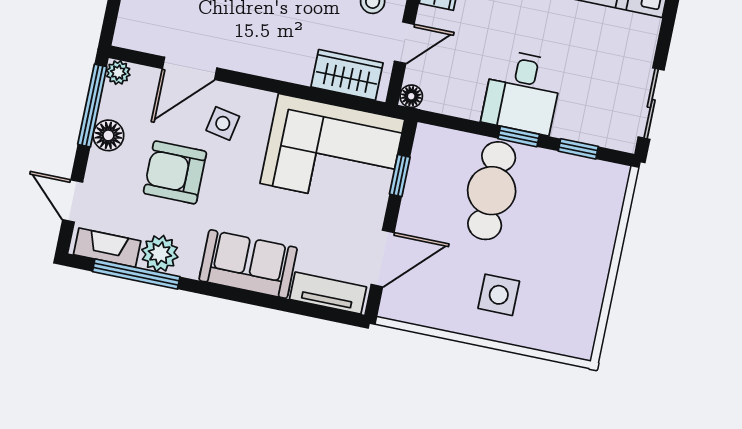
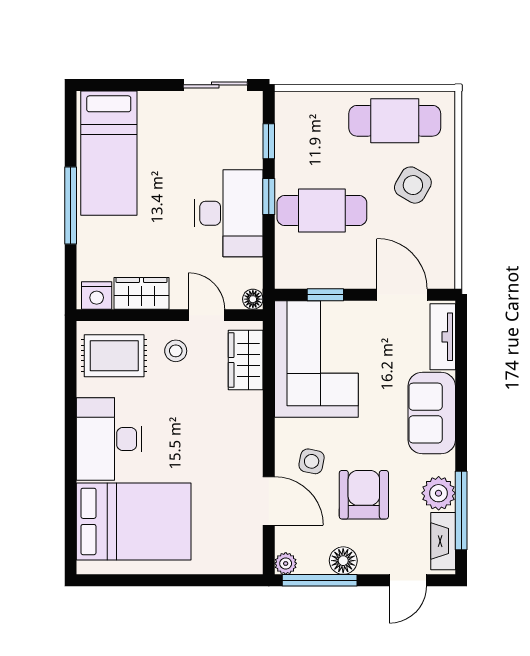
desk: (522, 92) -> (229, 213), width x1.37
armchair: (175, 172) -> (364, 495), turned 180
cafe table: (572, 290) -> (395, 121), added
side table: (499, 295) -> (413, 185), turned 30

